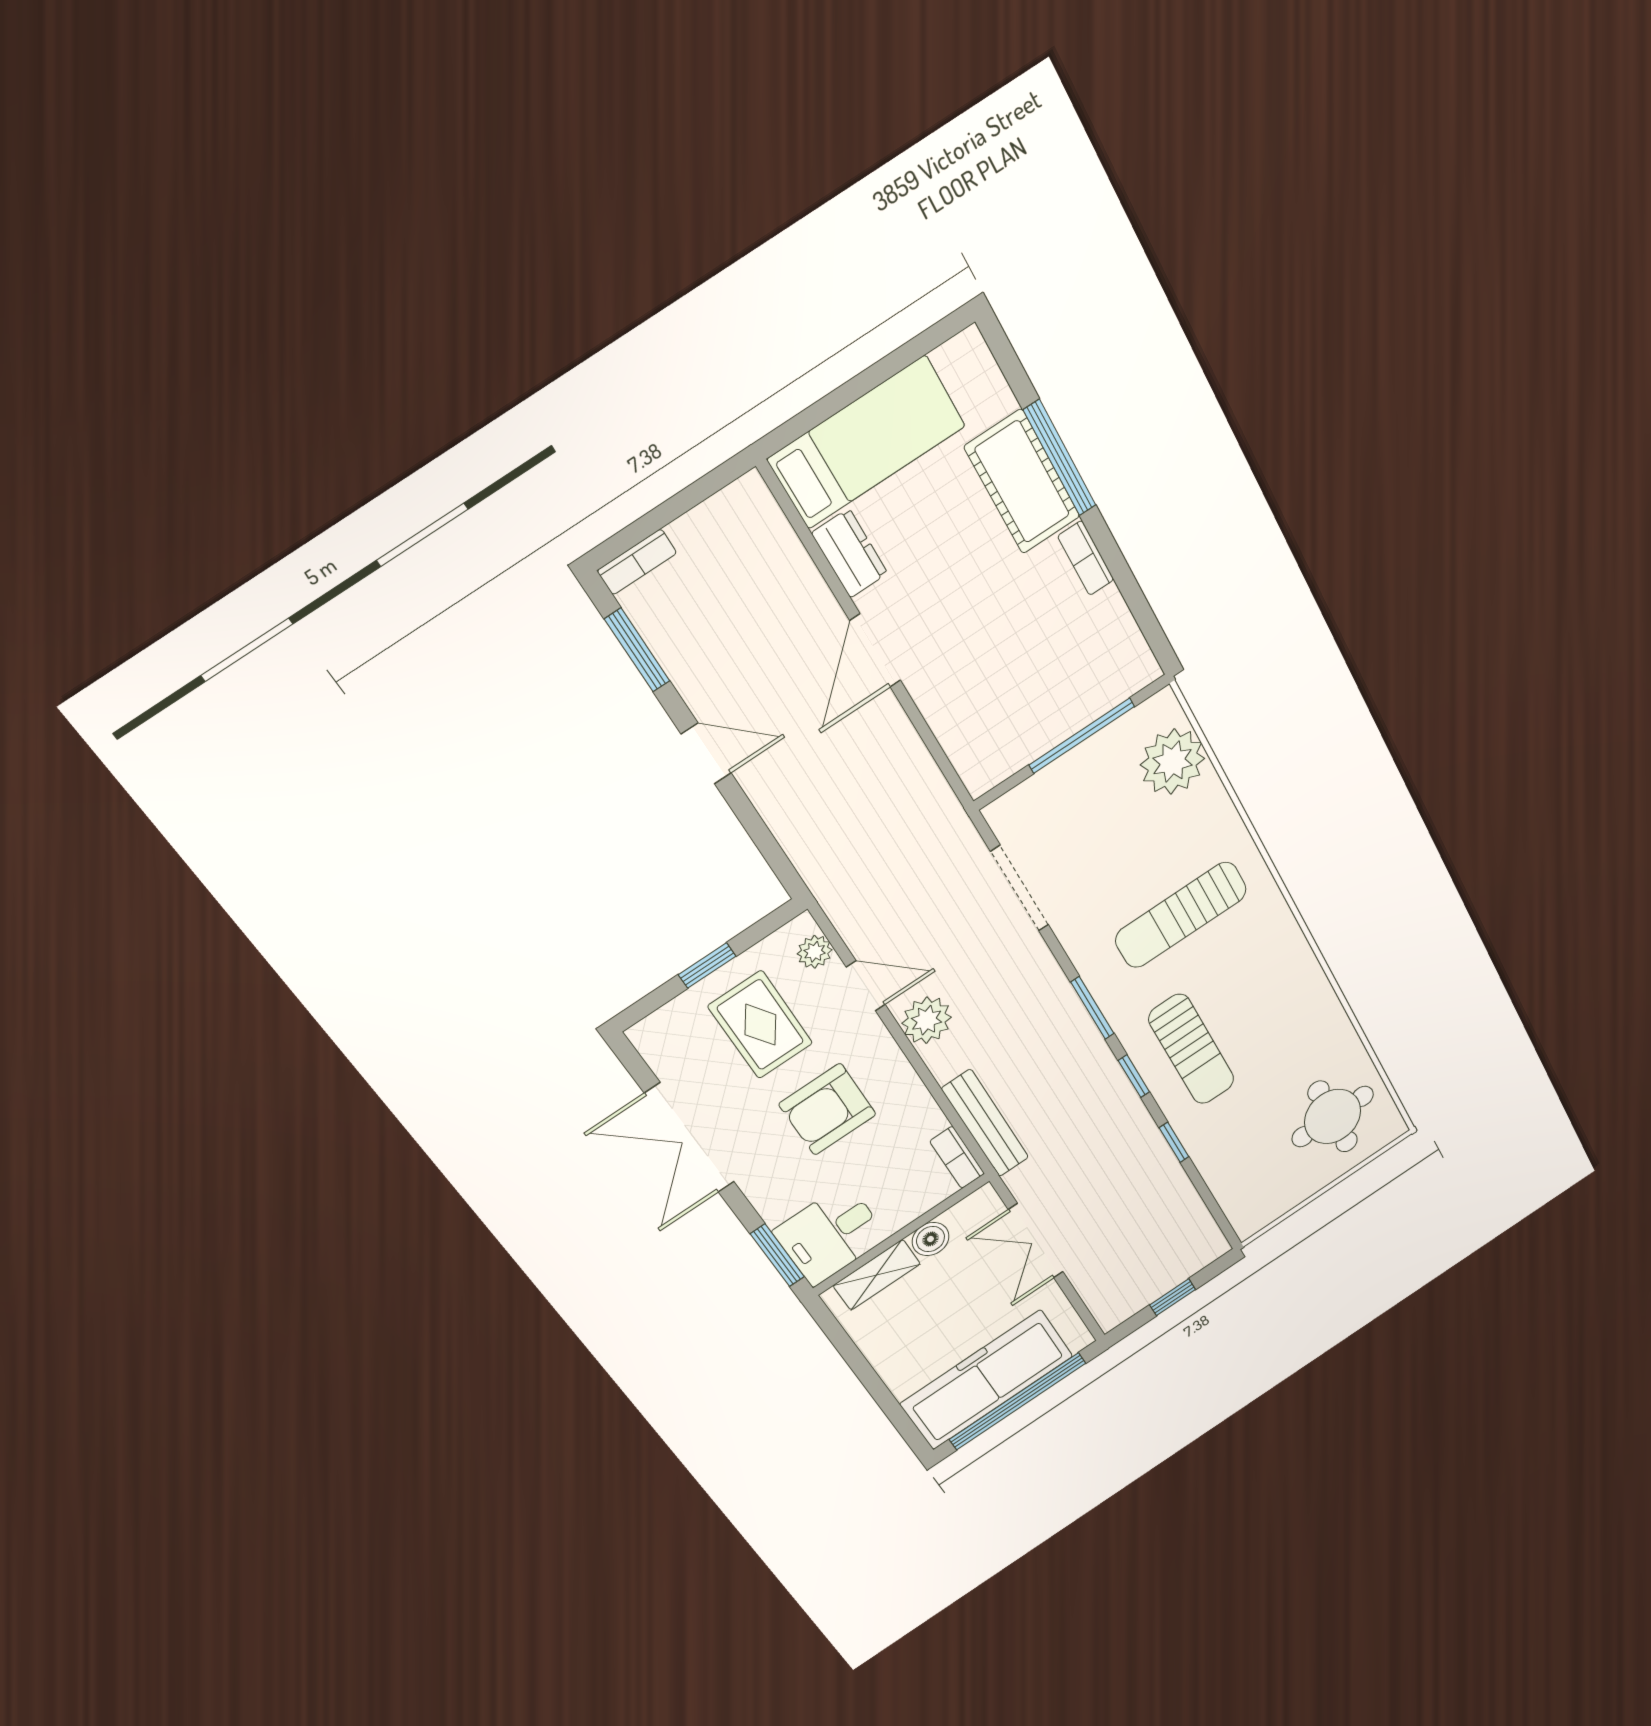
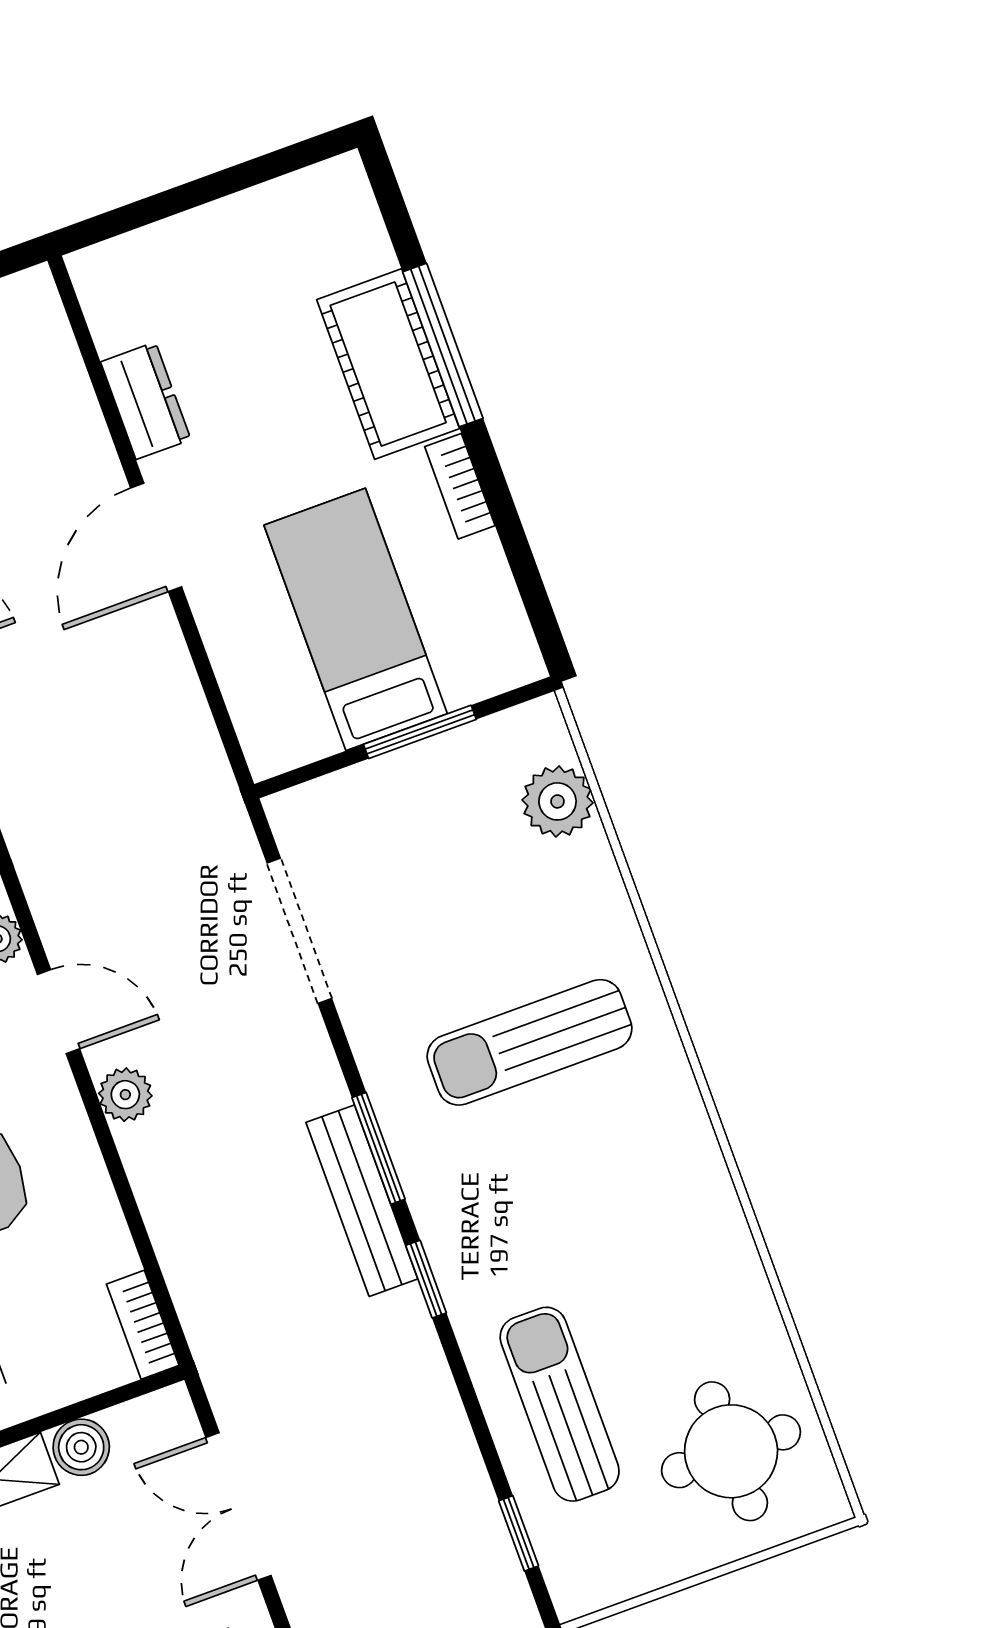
bed: (867, 442) -> (356, 619), moved, turned -90
window: (1082, 736) -> (420, 732), width x0.69
plant: (1173, 762) -> (558, 801), width x0.73, depth x0.73
plant: (927, 1020) -> (125, 1095), width x0.73, depth x0.73
sun lounger: (1191, 1049) -> (560, 1404), moved, turned 180
bench: (985, 1123) -> (362, 1201), moved
window: (1174, 1142) -> (519, 1533), moved

